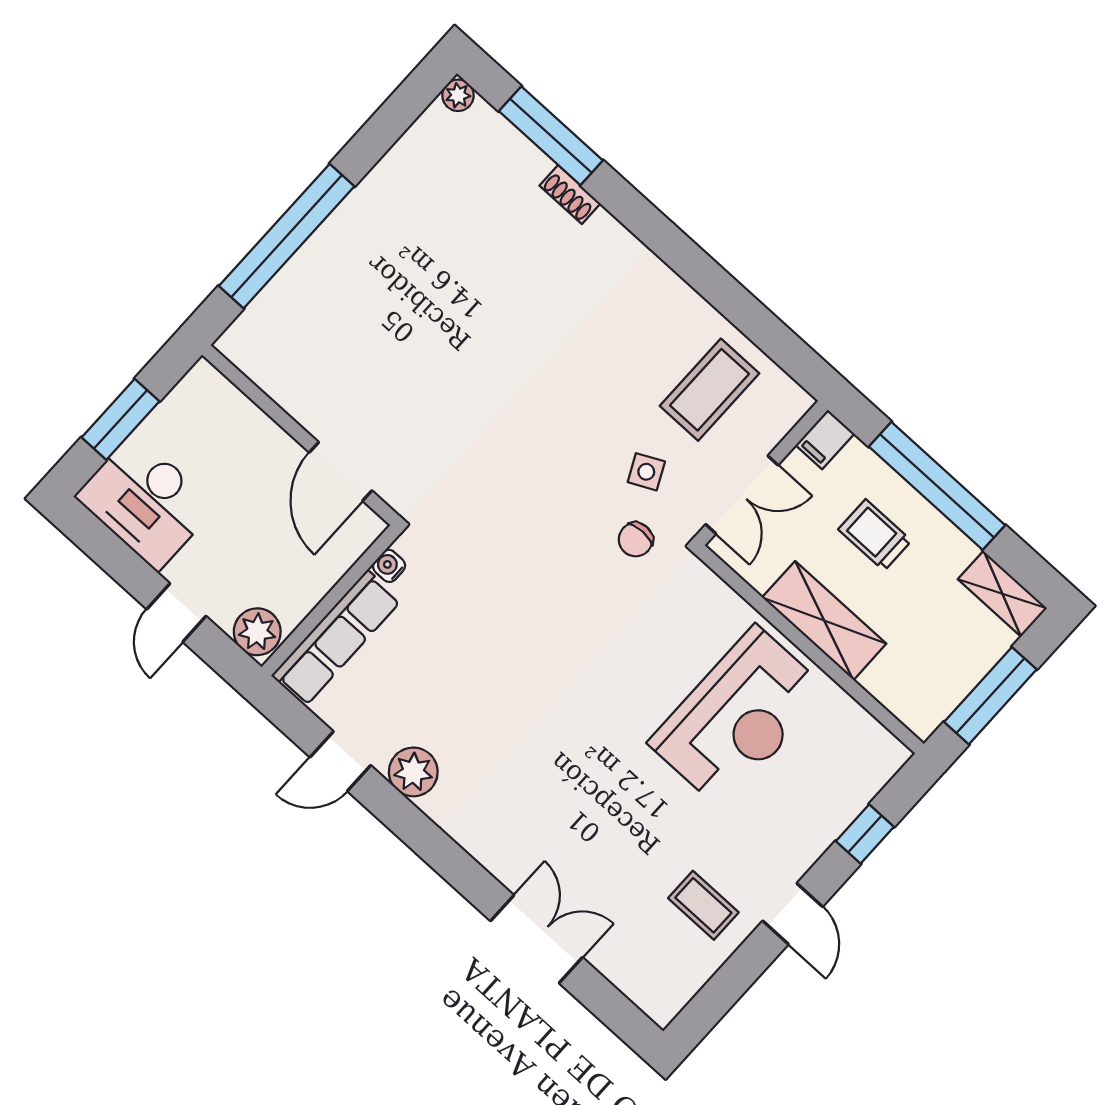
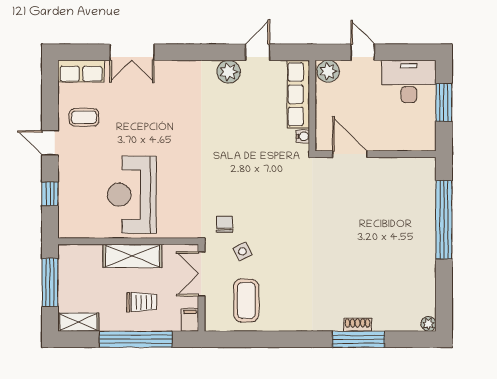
window: (551, 136) -> (359, 339), moved
row of seats: (643, 982) -> (81, 71), added

